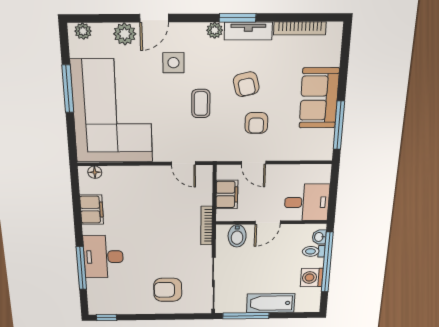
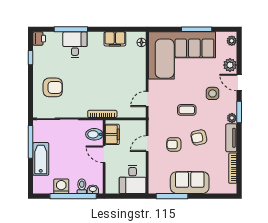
window: (238, 18) -> (239, 112), moved
filing cabinet: (227, 194) -> (112, 134), moved, turned -90
desk: (307, 202) -> (133, 179), moved
desk: (103, 257) -> (75, 45), width x0.73
armchair: (168, 290) -> (53, 87), turned 90
printer: (98, 307) -> (39, 39), added
window: (107, 317) -> (31, 58), moved

